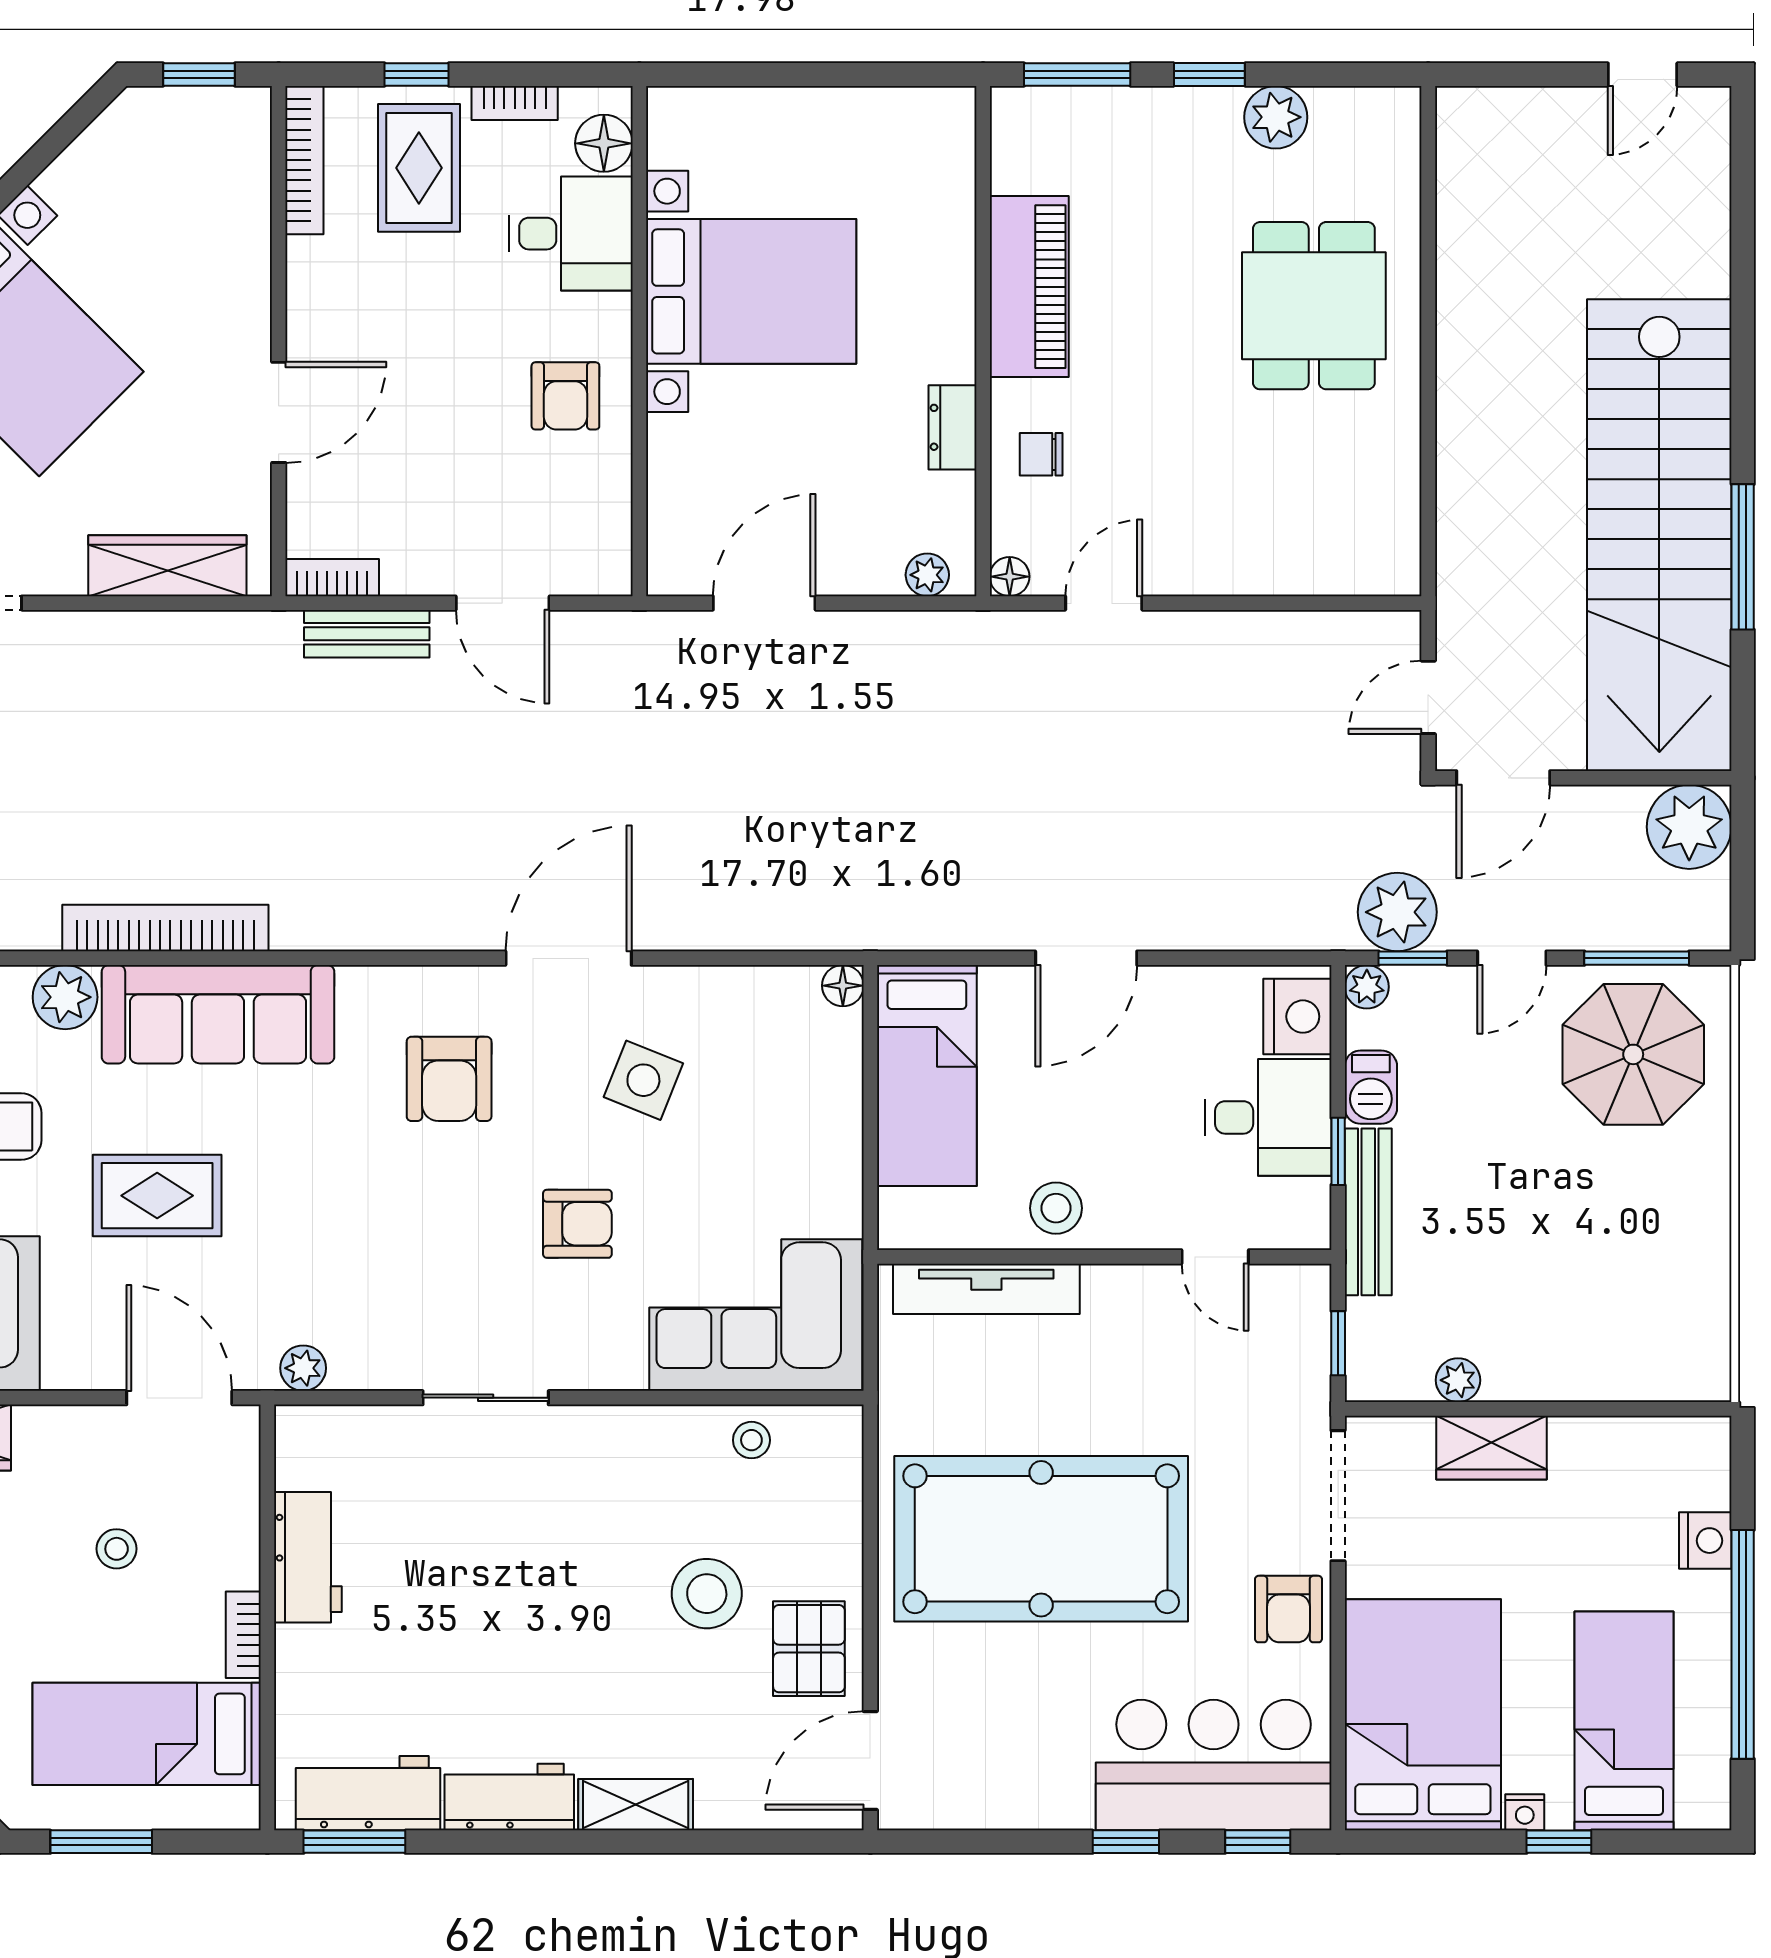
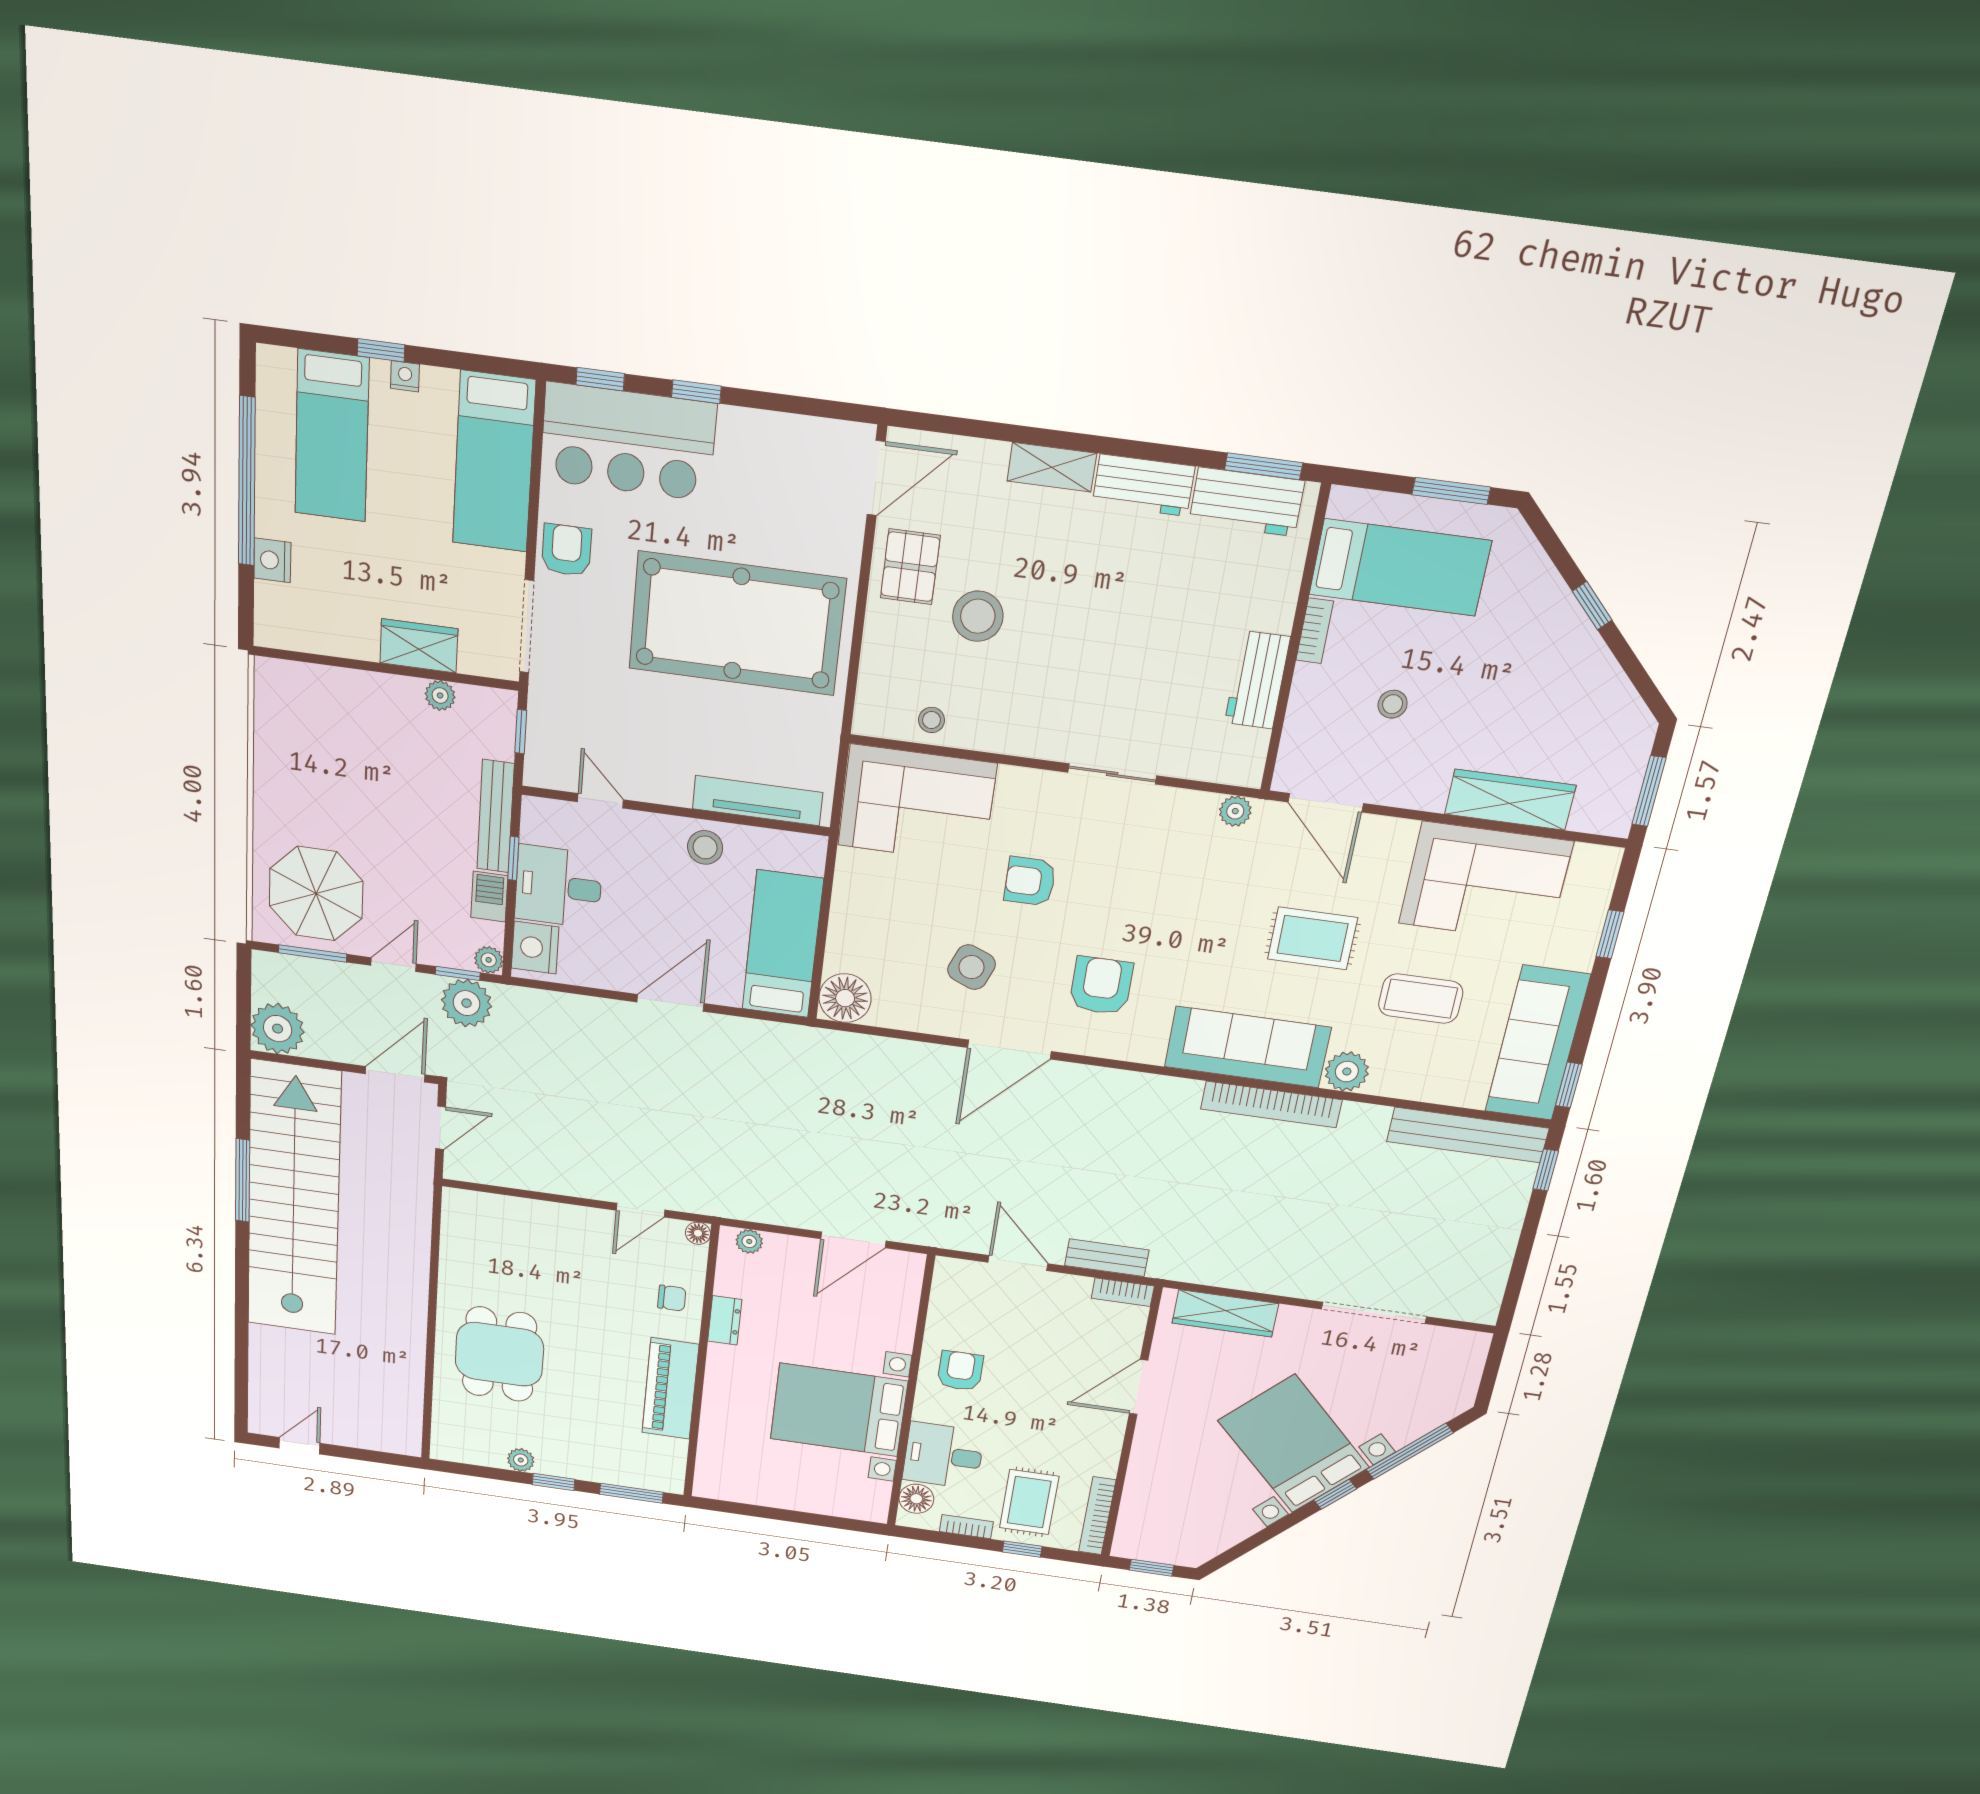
plant: (1276, 117) -> (521, 1460), width x0.73, depth x0.73
floor lamp: (843, 986) -> (845, 998), width x1.89, depth x1.89
bed: (1423, 1715) -> (494, 462), width x0.67

